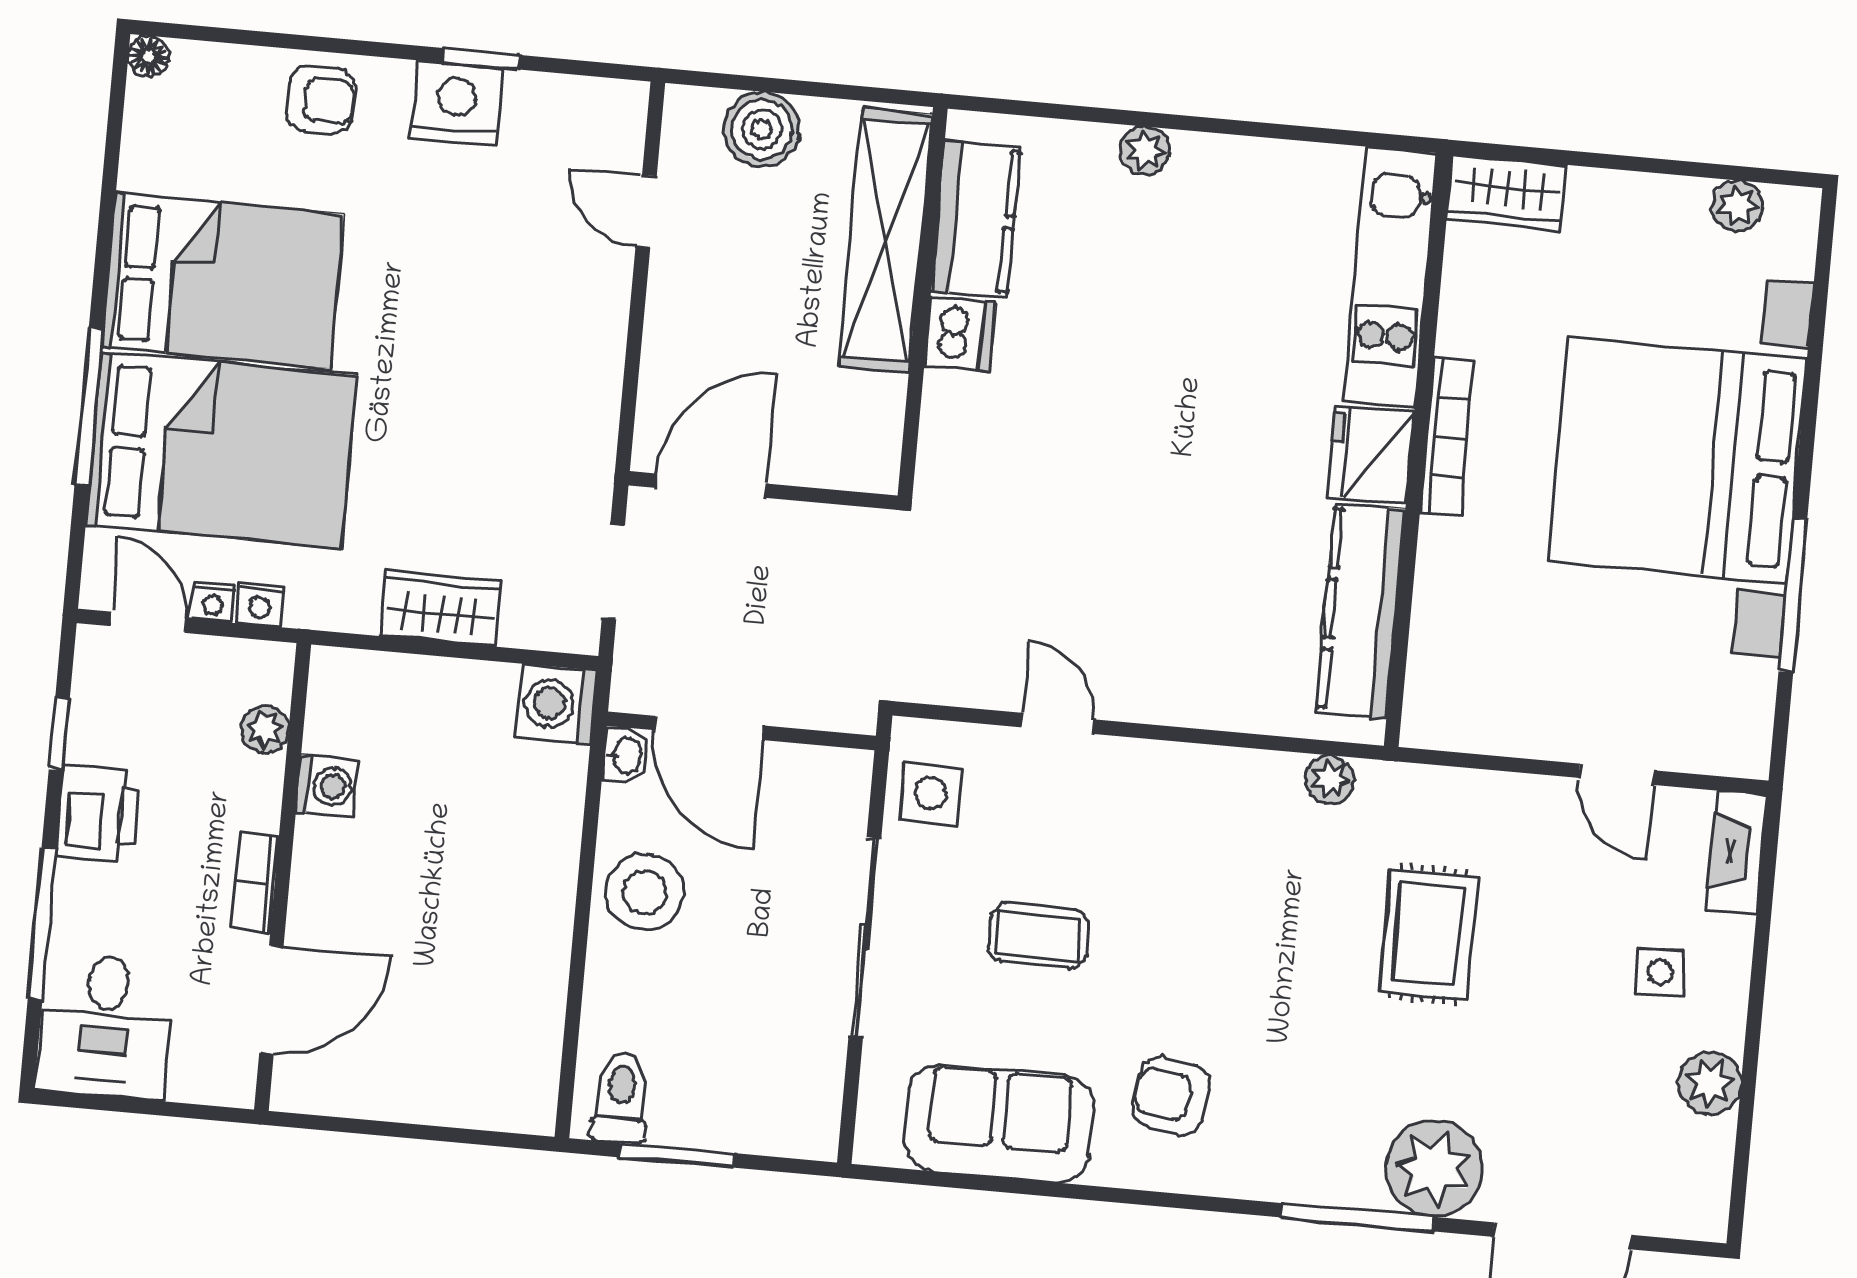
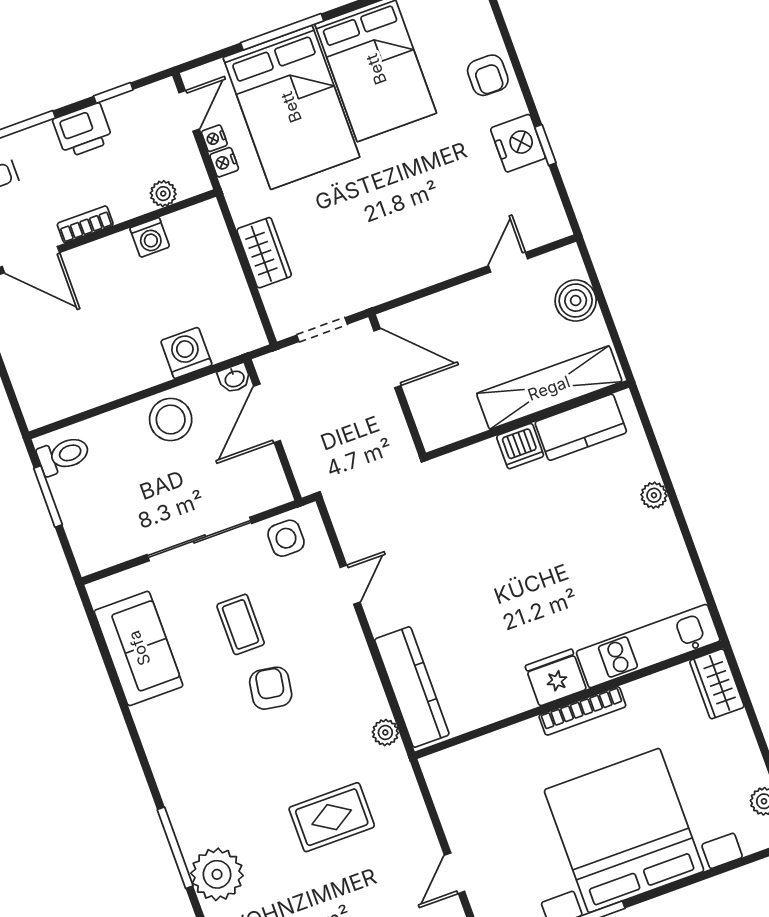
kitchen counter: (1361, 611) -> (412, 687), moved, turned 90
washing machine: (557, 704) -> (186, 353), moved
armchair: (1171, 1096) -> (271, 688), moved

